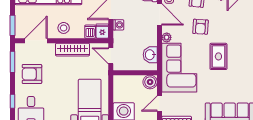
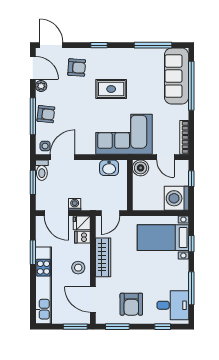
armchair: (200, 27) -> (77, 68), moved
plant: (167, 37) -> (89, 149), removed

